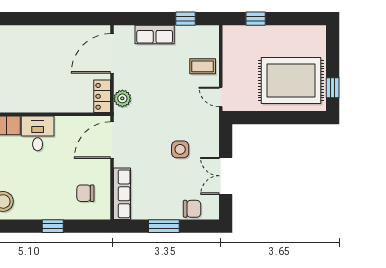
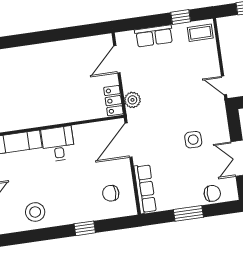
door: (112, 53) -> (117, 59), width x0.73
coffee table: (203, 66) -> (200, 33), moved

